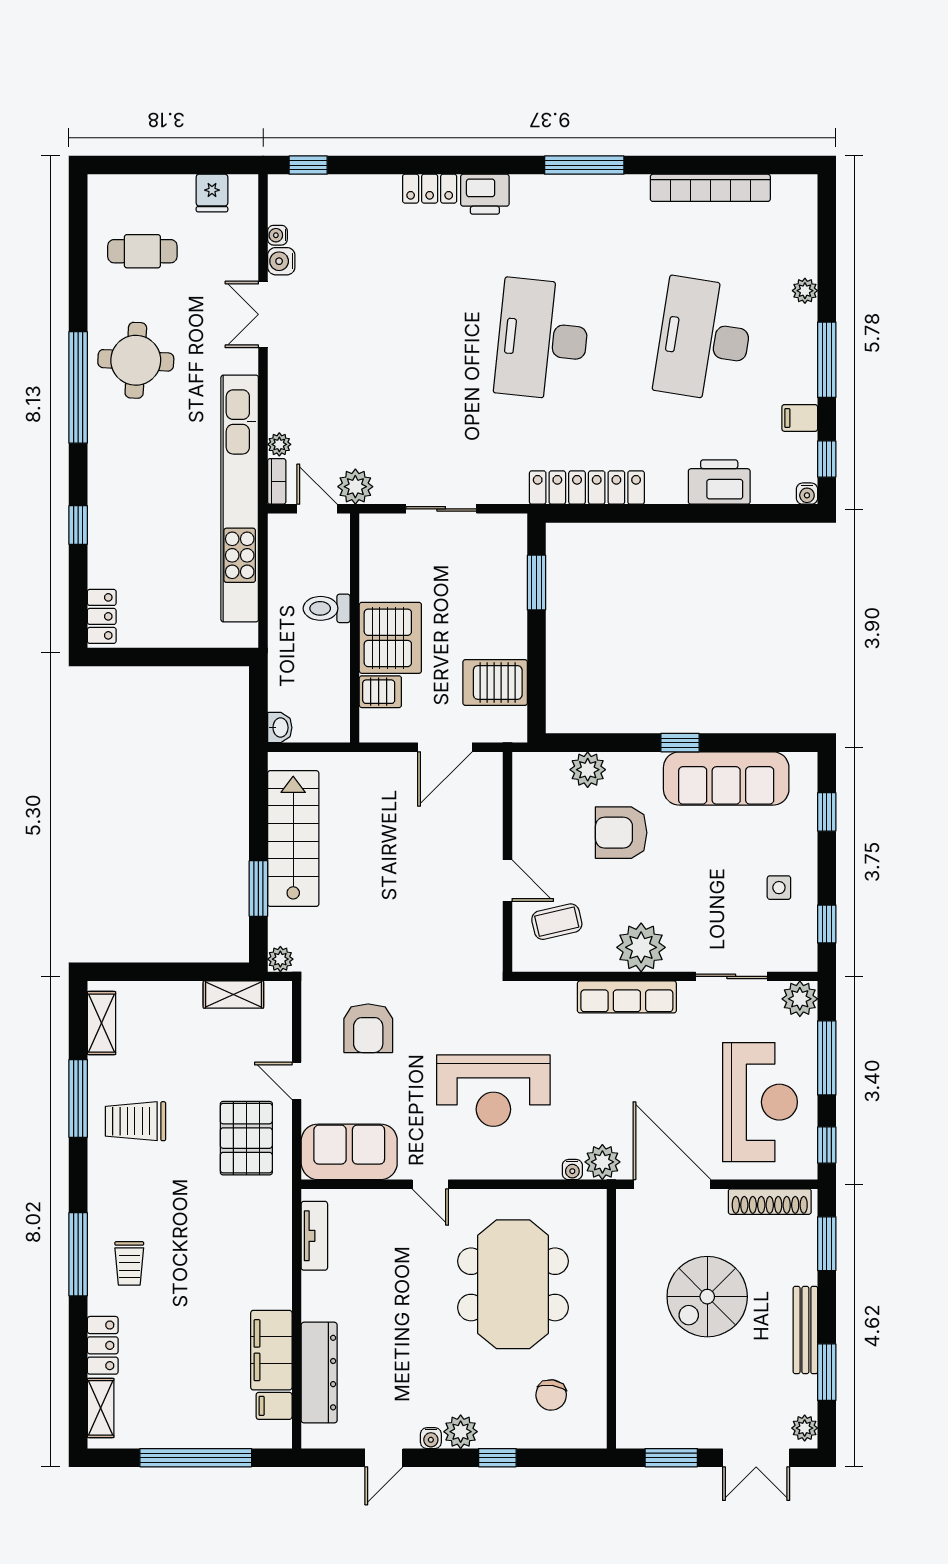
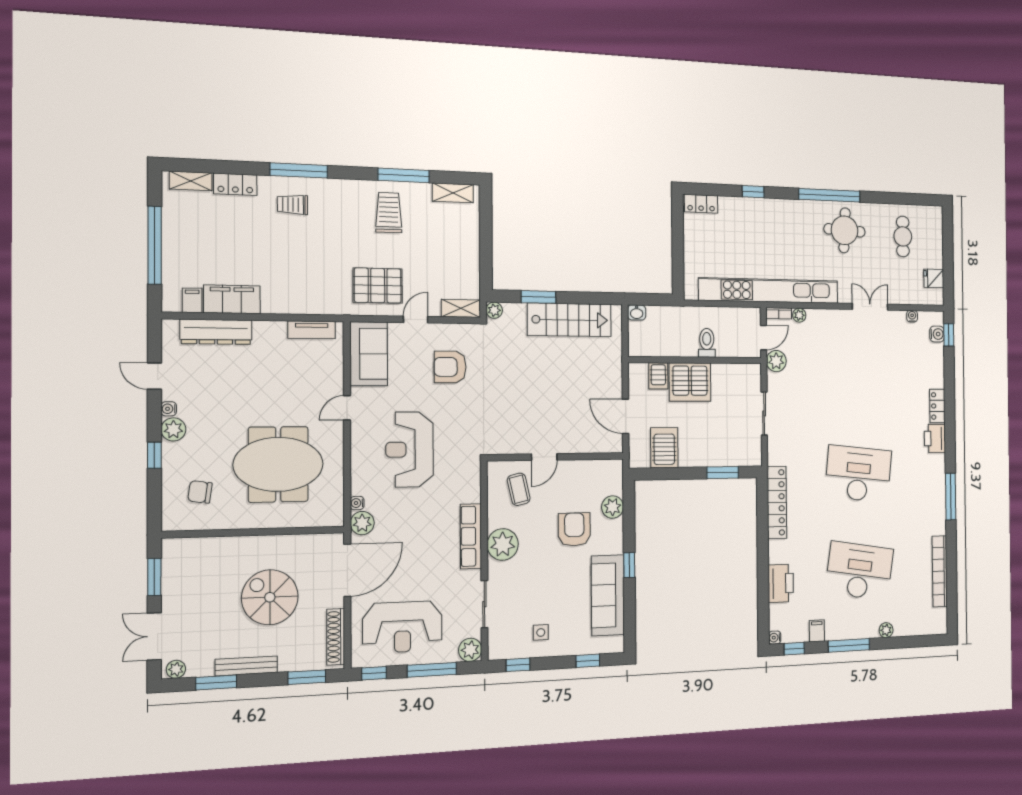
water cooler: (281, 261) -> (937, 334), moved, turned 90
shelving: (233, 995) -> (461, 308), moved, turned 90

